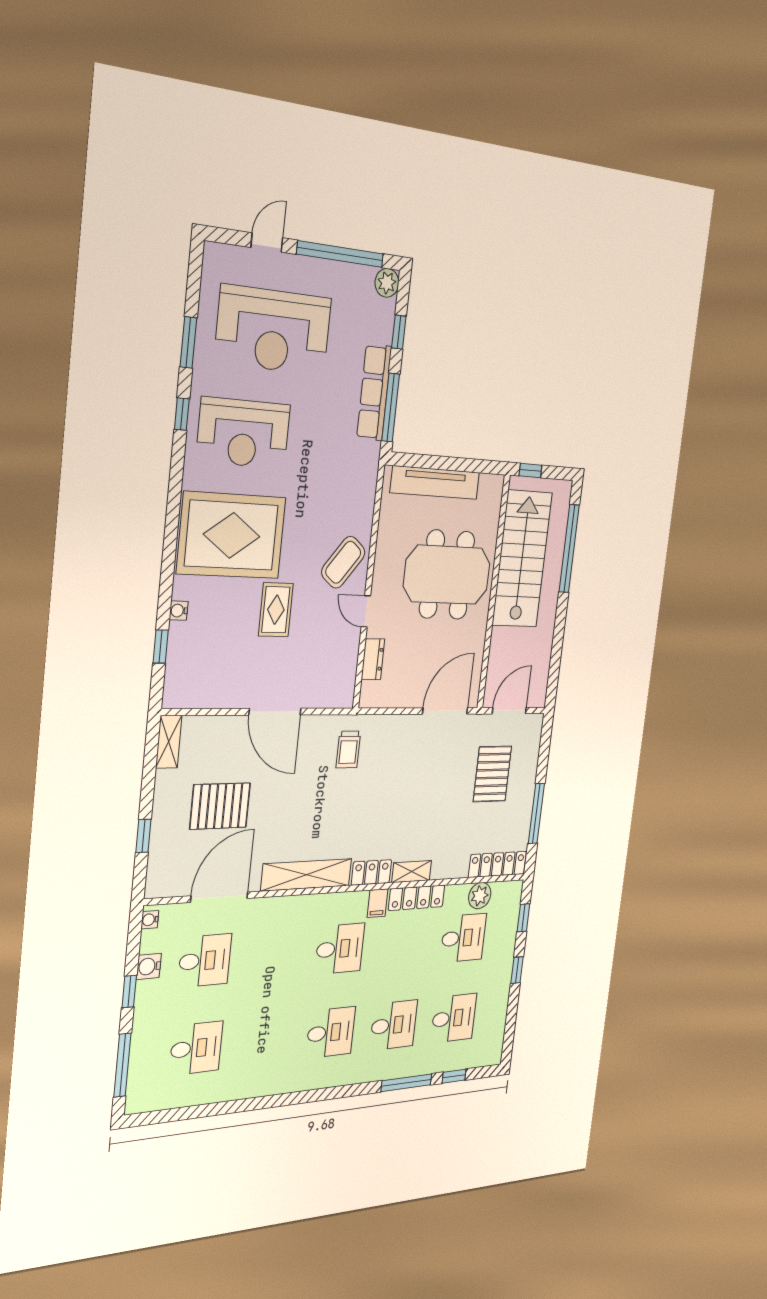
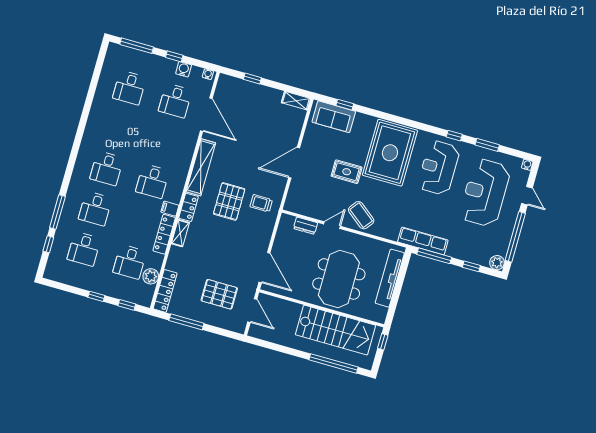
row of seats: (374, 392) -> (423, 241), moved
water cooler: (179, 611) -> (527, 165), moved
sofa: (185, 661) -> (334, 117), added
pallet: (220, 806) -> (229, 201), moved

